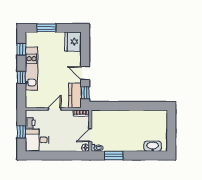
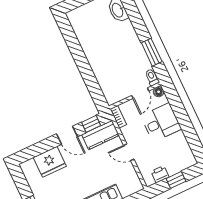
fridge: (73, 42) -> (50, 162), moved
door: (85, 73) -> (67, 135), hinge flipped
door: (90, 135) -> (140, 93), hinge flipped
desk: (37, 140) -> (161, 122), moved, turned -90

